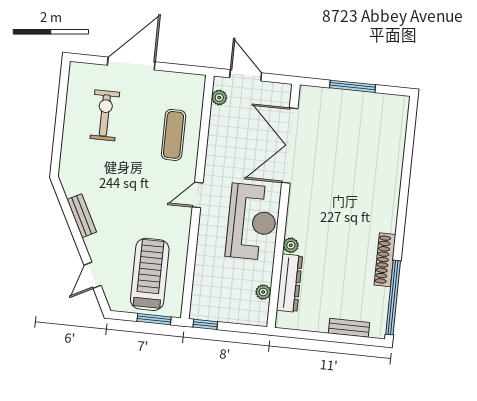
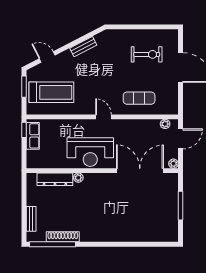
shoe rack: (385, 260) -> (63, 237), moved
plant: (263, 292) -> (173, 164), moved
row of seats: (216, 311) -> (33, 136), added
window: (154, 319) -> (24, 87), moved

